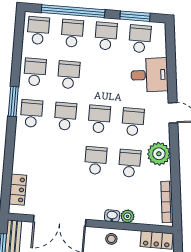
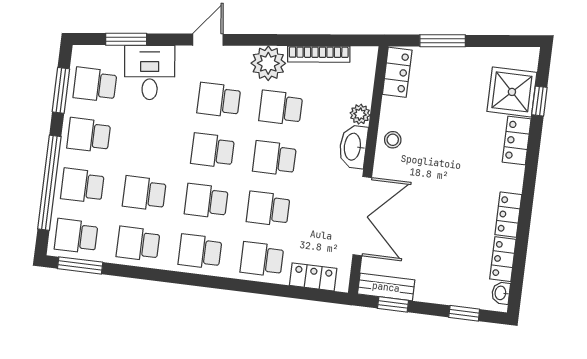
window: (171, 58) -> (126, 39), added
window: (13, 101) -> (80, 265), moved
school desk: (28, 155) -> (262, 259), added
school desk: (62, 158) -> (268, 209), added
bookcase: (167, 202) -> (319, 54), moved
washbasin: (112, 216) -> (353, 147), width x1.91, depth x1.45

